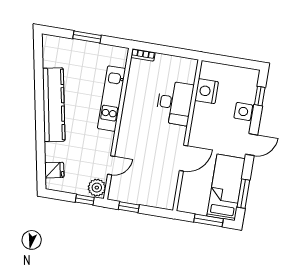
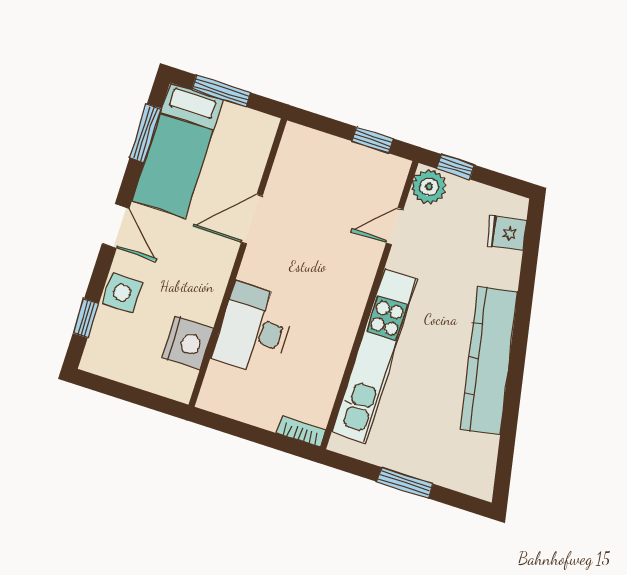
kitchen unit: (112, 99) -> (375, 356), width x1.36
door: (252, 145) -> (116, 226), swing flipped

